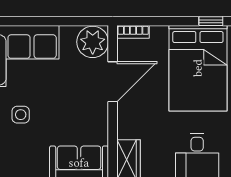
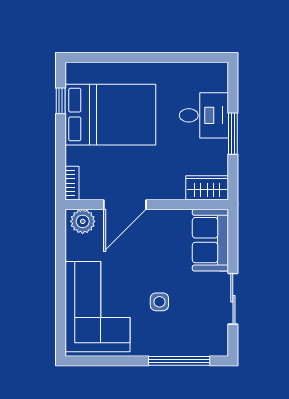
plant: (93, 42) -> (83, 221), width x0.73, depth x0.73
door: (113, 82) -> (125, 205), swing flipped

